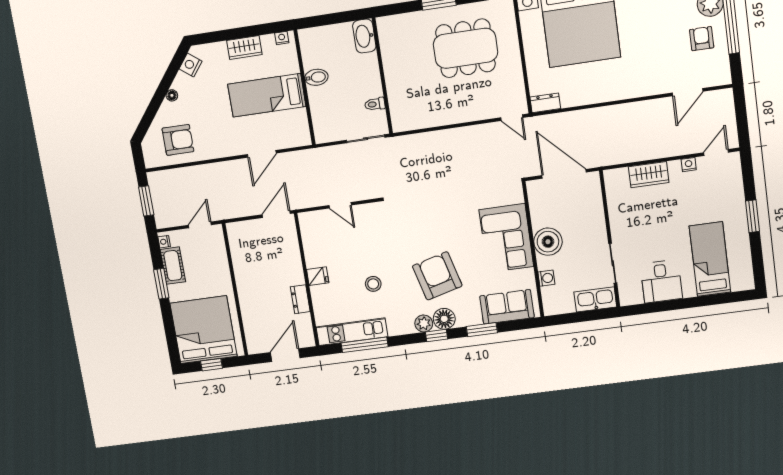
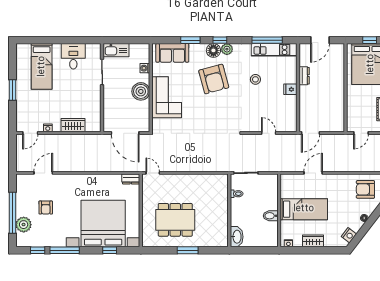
armchair: (702, 39) -> (46, 208), moved

